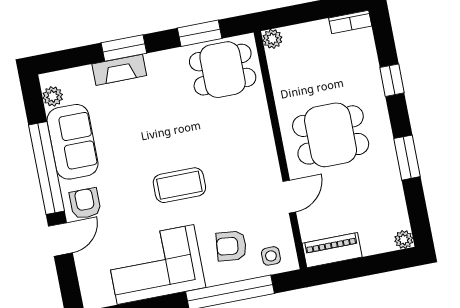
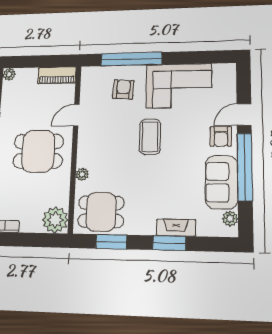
plant: (272, 39) -> (55, 220), width x1.87, depth x1.87
plant: (261, 115) -> (82, 174), added
coffee table: (179, 185) -> (150, 137), turned 90
armchair: (231, 246) -> (123, 89), turned -92
side table: (271, 256) -> (98, 78), removed

